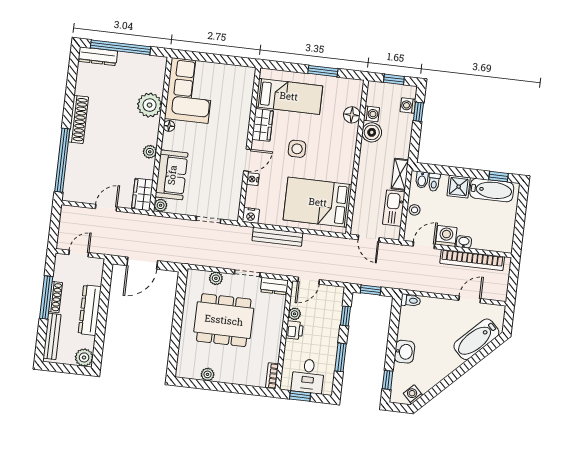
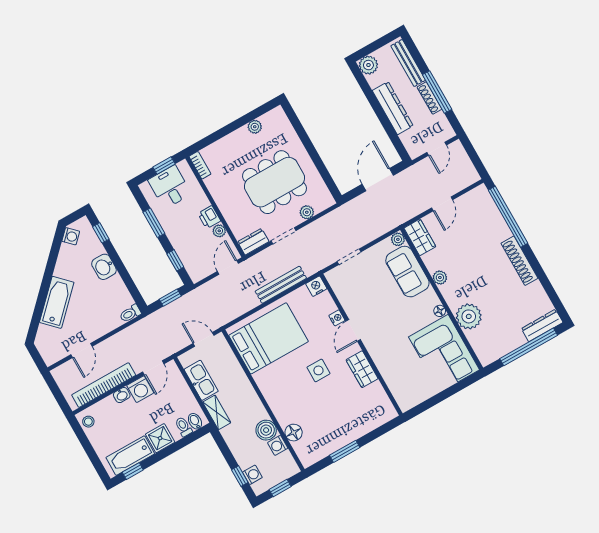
bed: (289, 96) -> (357, 409), removed
stool: (415, 210) -> (88, 422), moved
bathtub: (476, 339) -> (57, 302), moved

